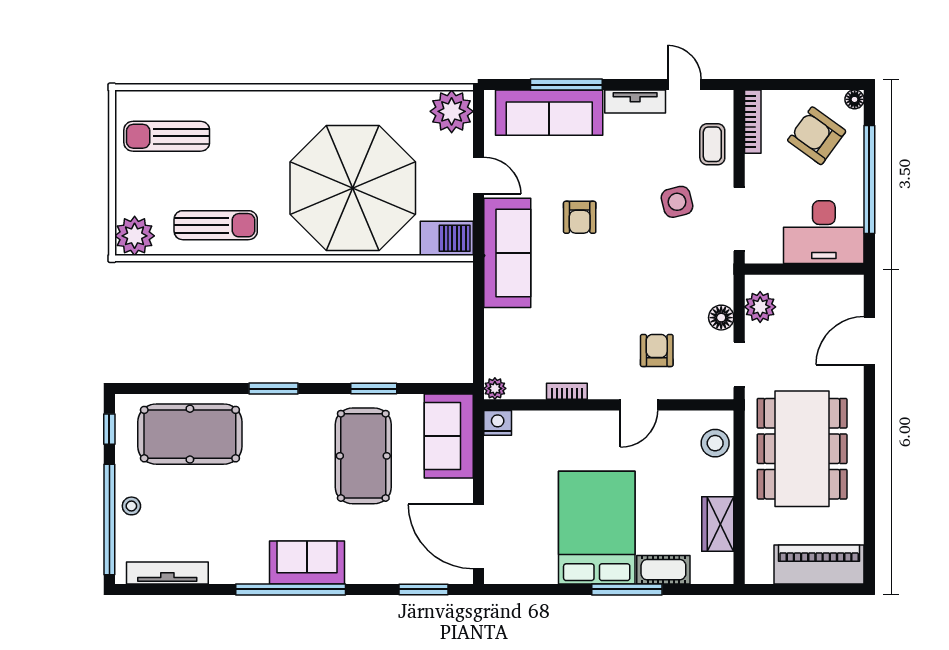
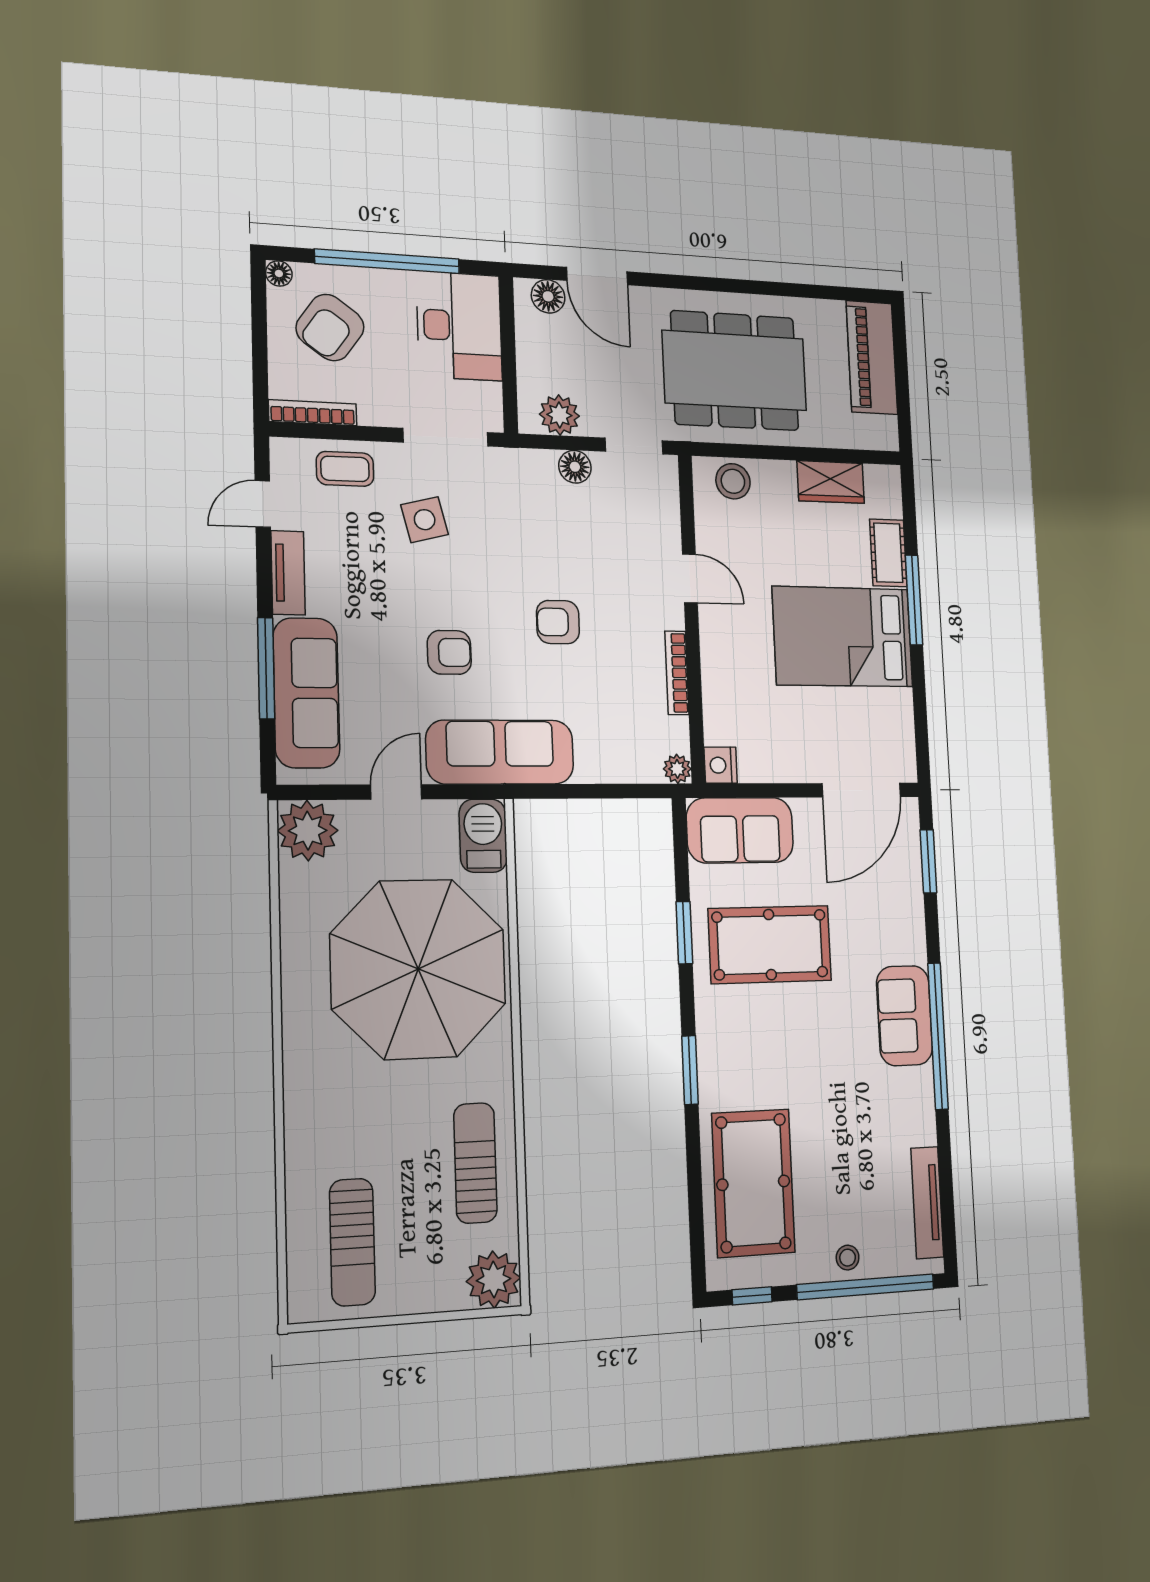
floor lamp: (851, 301) -> (548, 296), added
armchair: (657, 350) -> (558, 622), moved
bookcase: (567, 391) -> (677, 673), width x1.56

